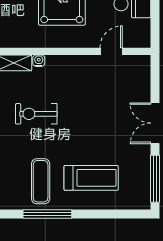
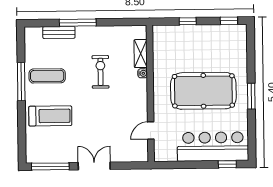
door: (111, 51) -> (151, 130), swing flipped
treadmill: (91, 178) -> (50, 116), turned -90

